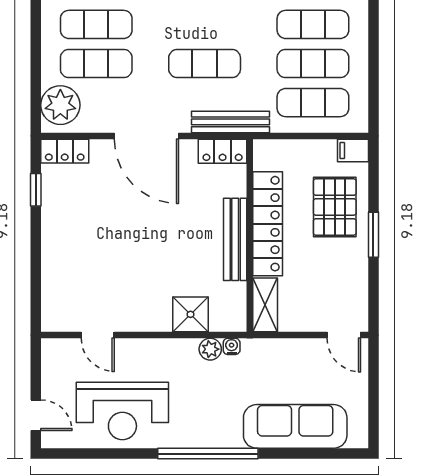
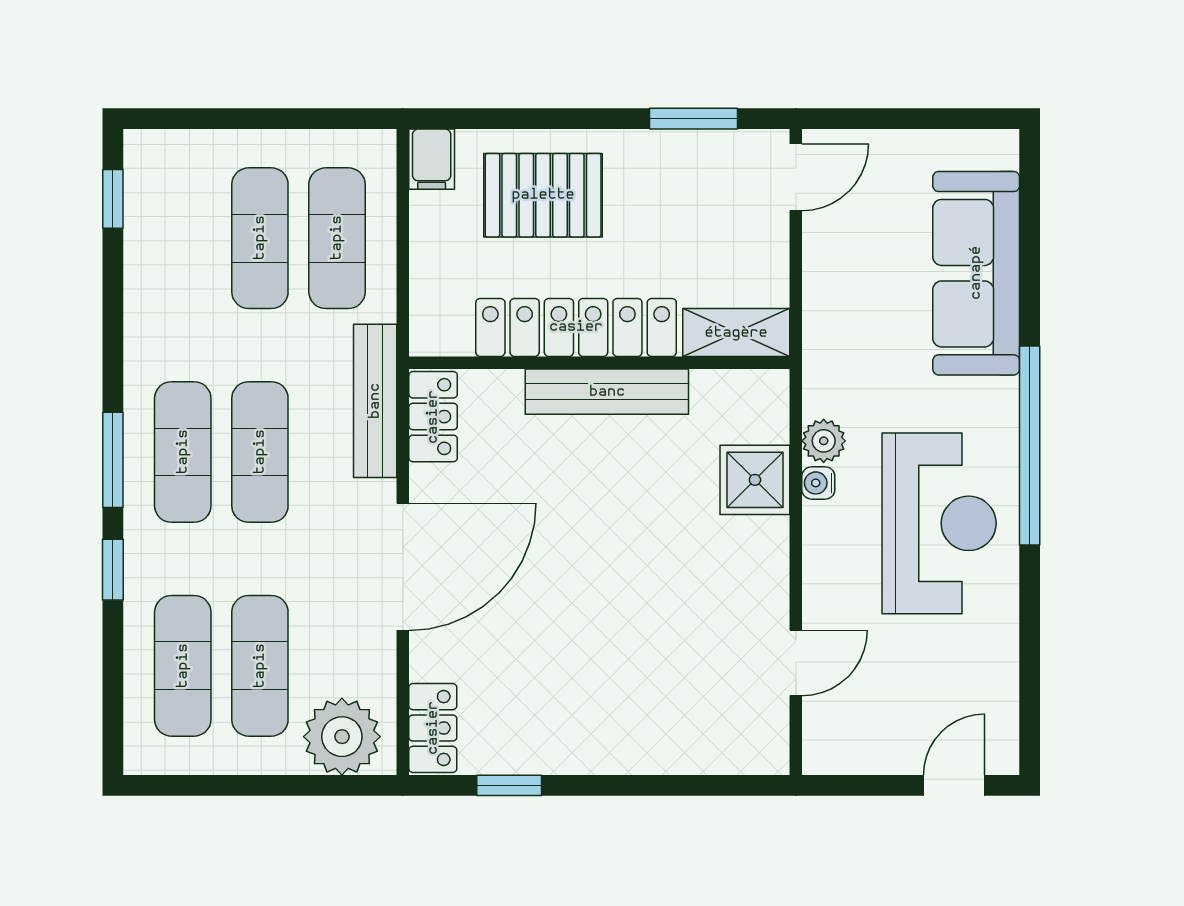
exercise mat: (313, 24) -> (183, 452), moved
window: (373, 235) -> (693, 119), moved
water cooler: (232, 346) -> (818, 483), moved
reception desk: (122, 411) -> (939, 523), moved

